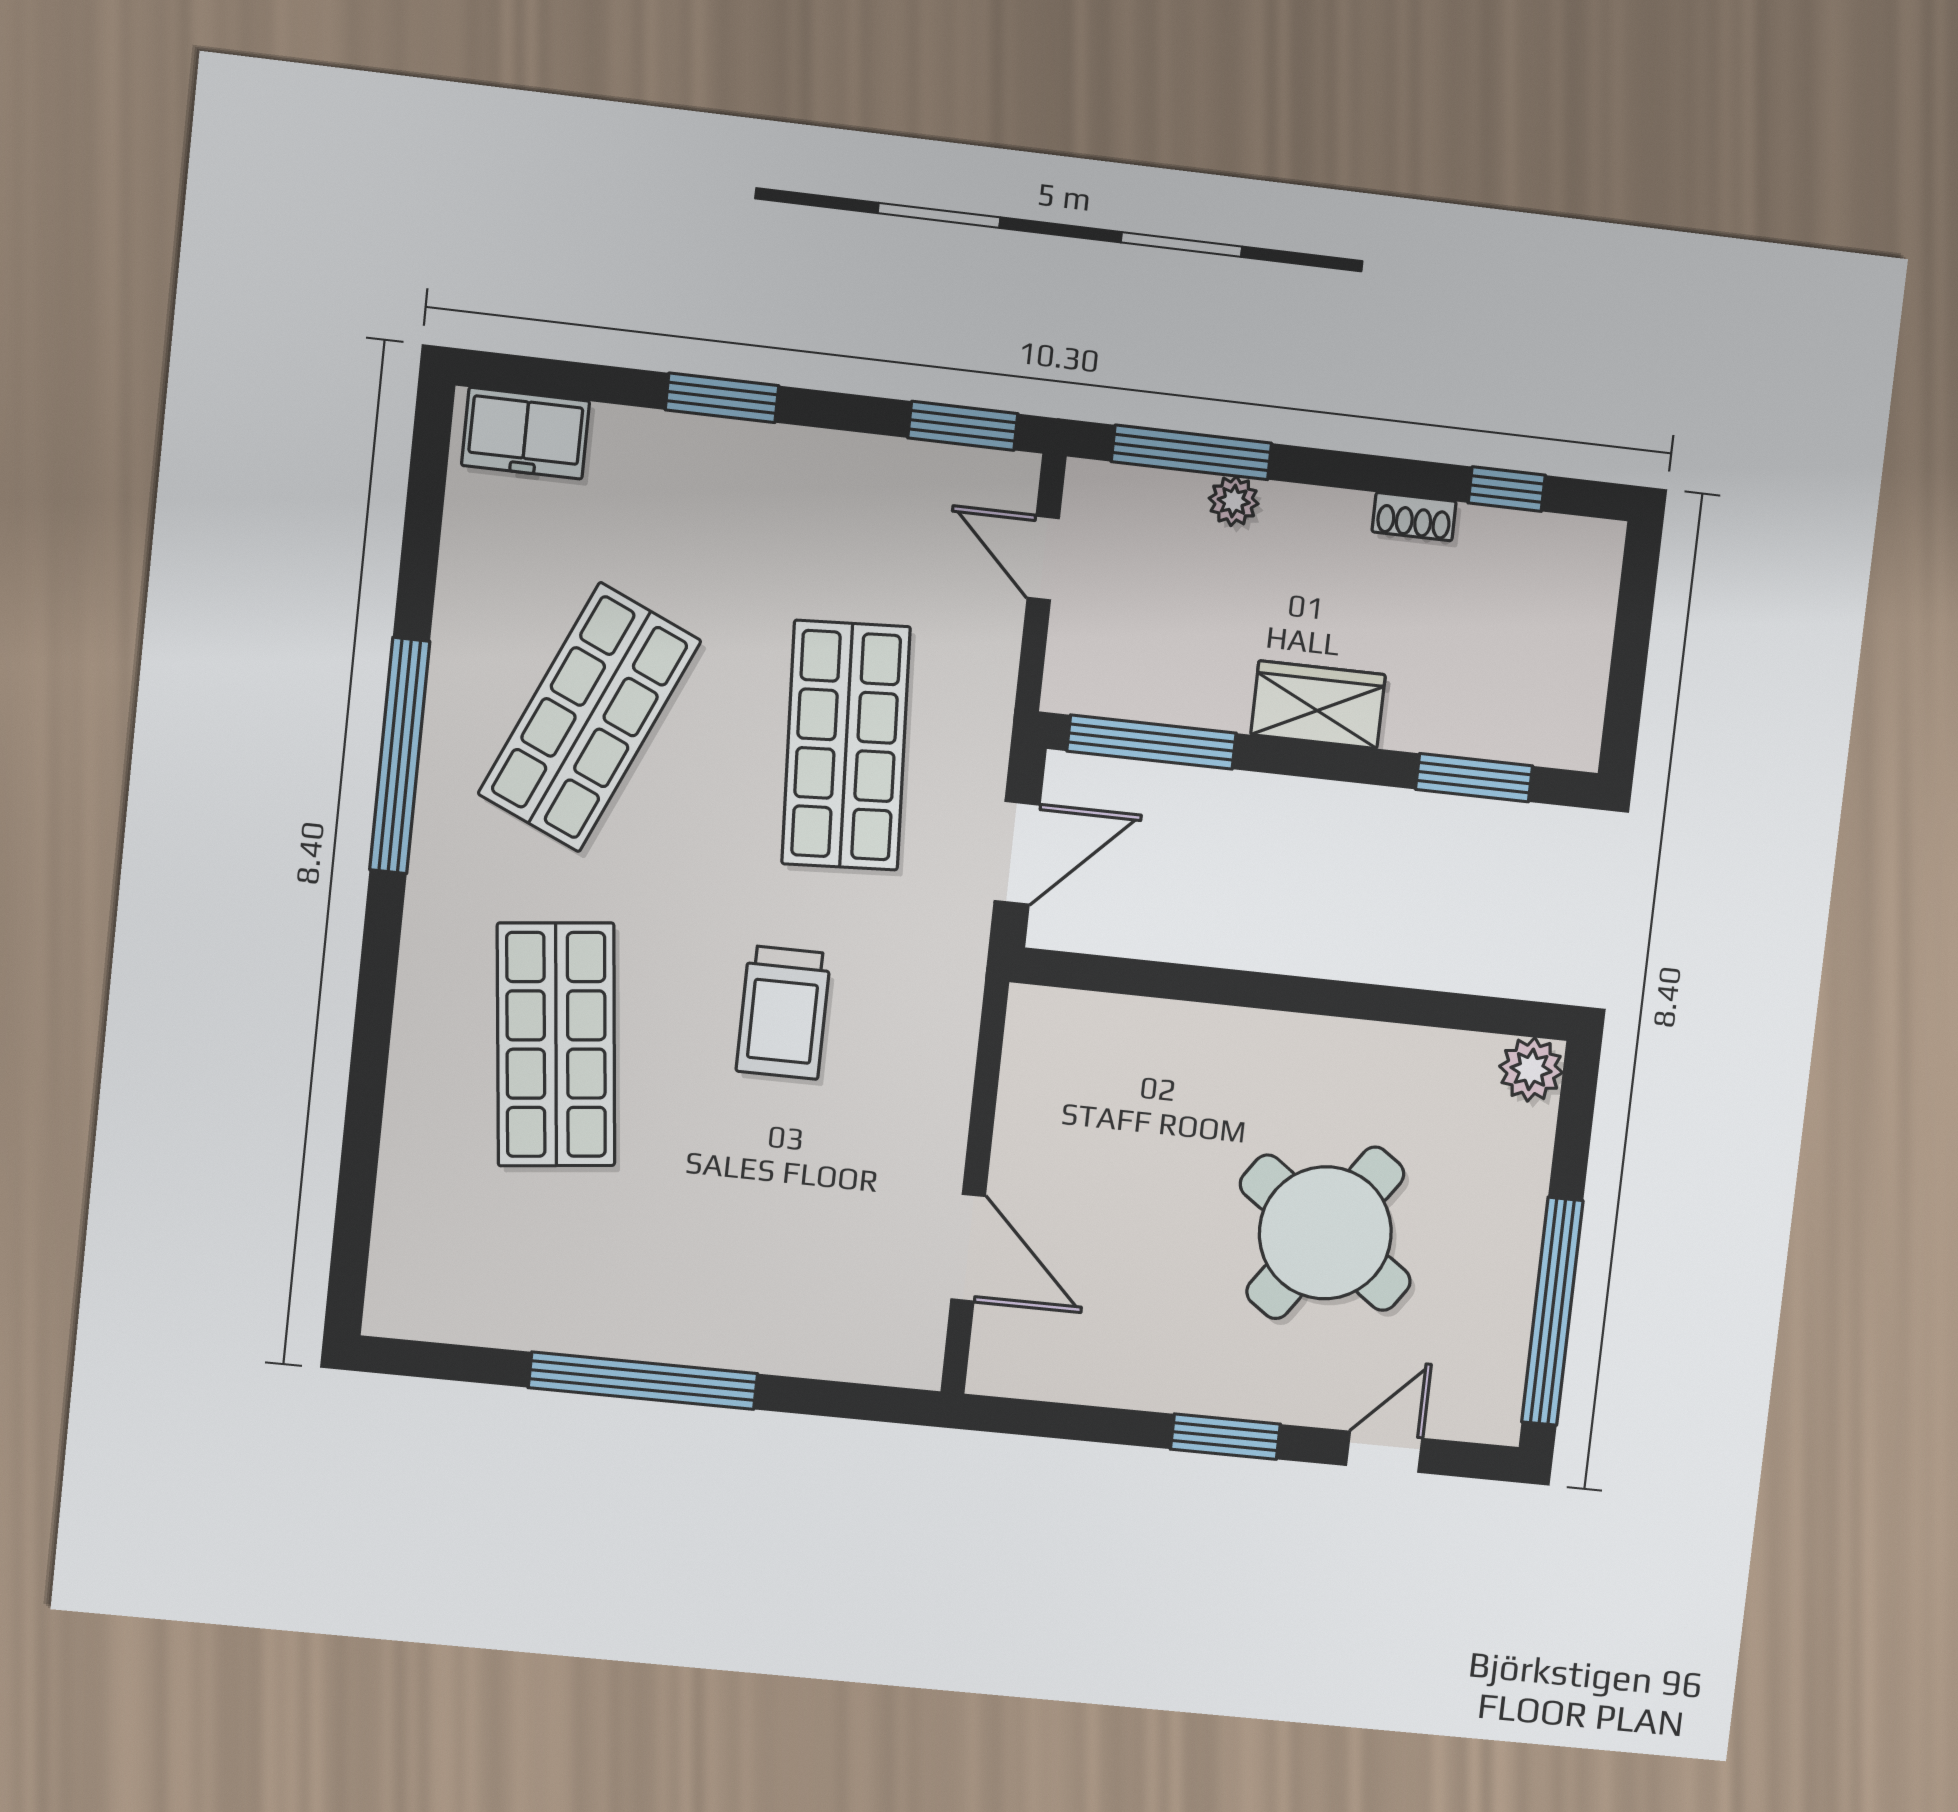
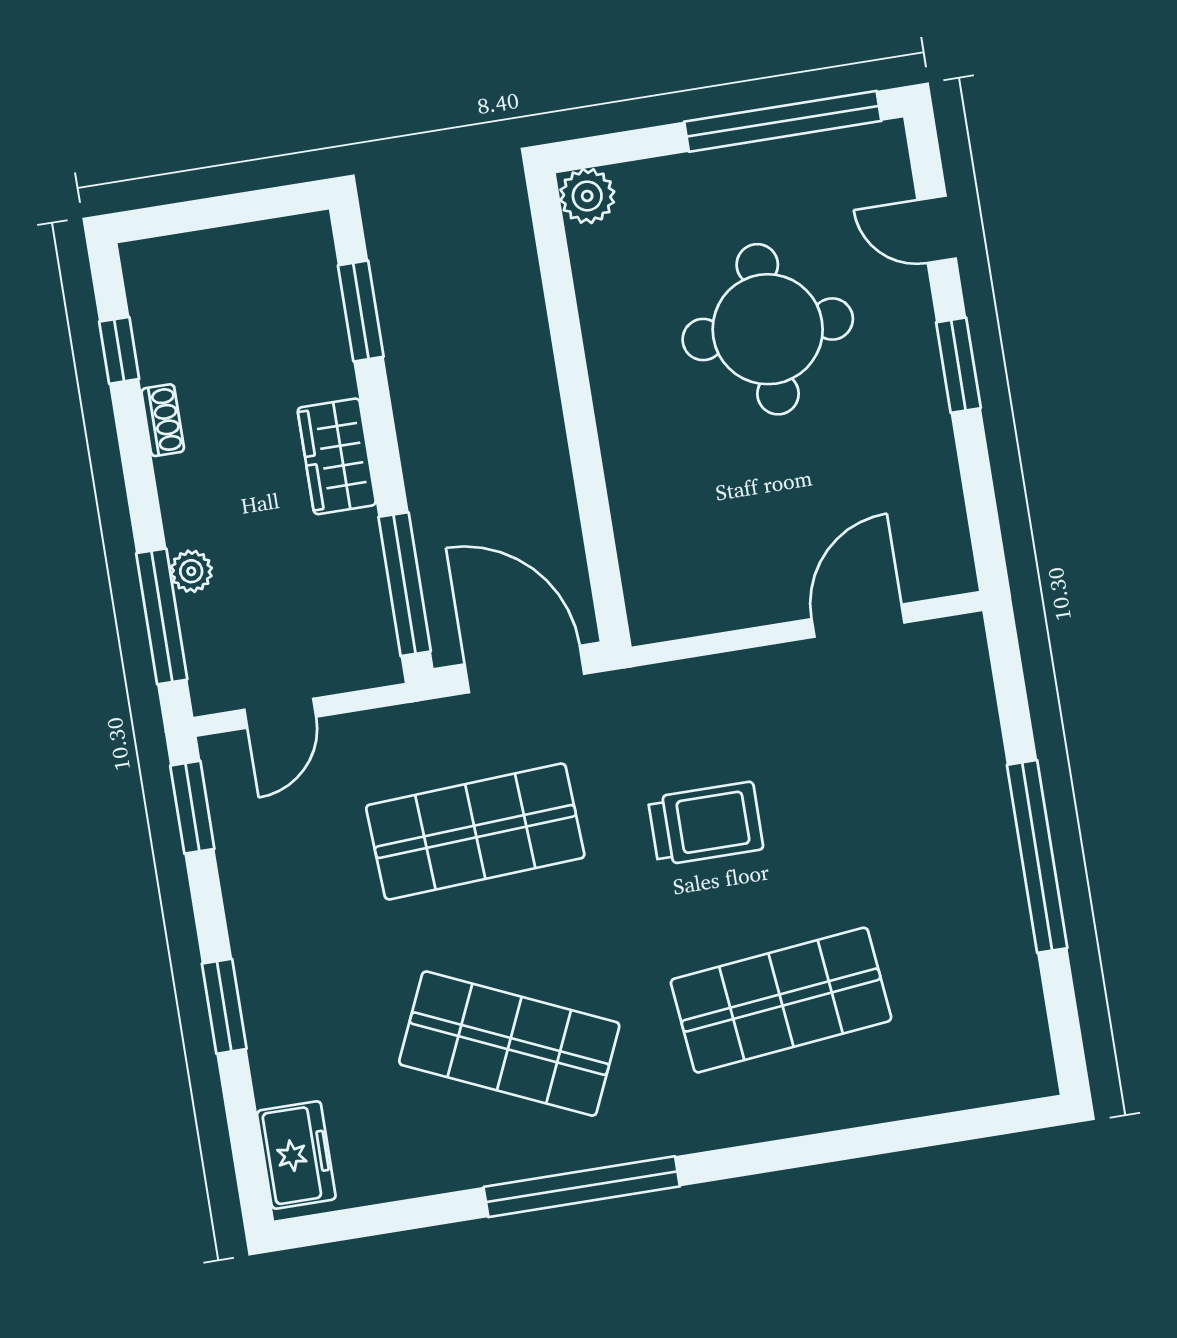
door: (1017, 853) -> (524, 669), width x1.36
round table: (1325, 1233) -> (768, 329), turned -35

